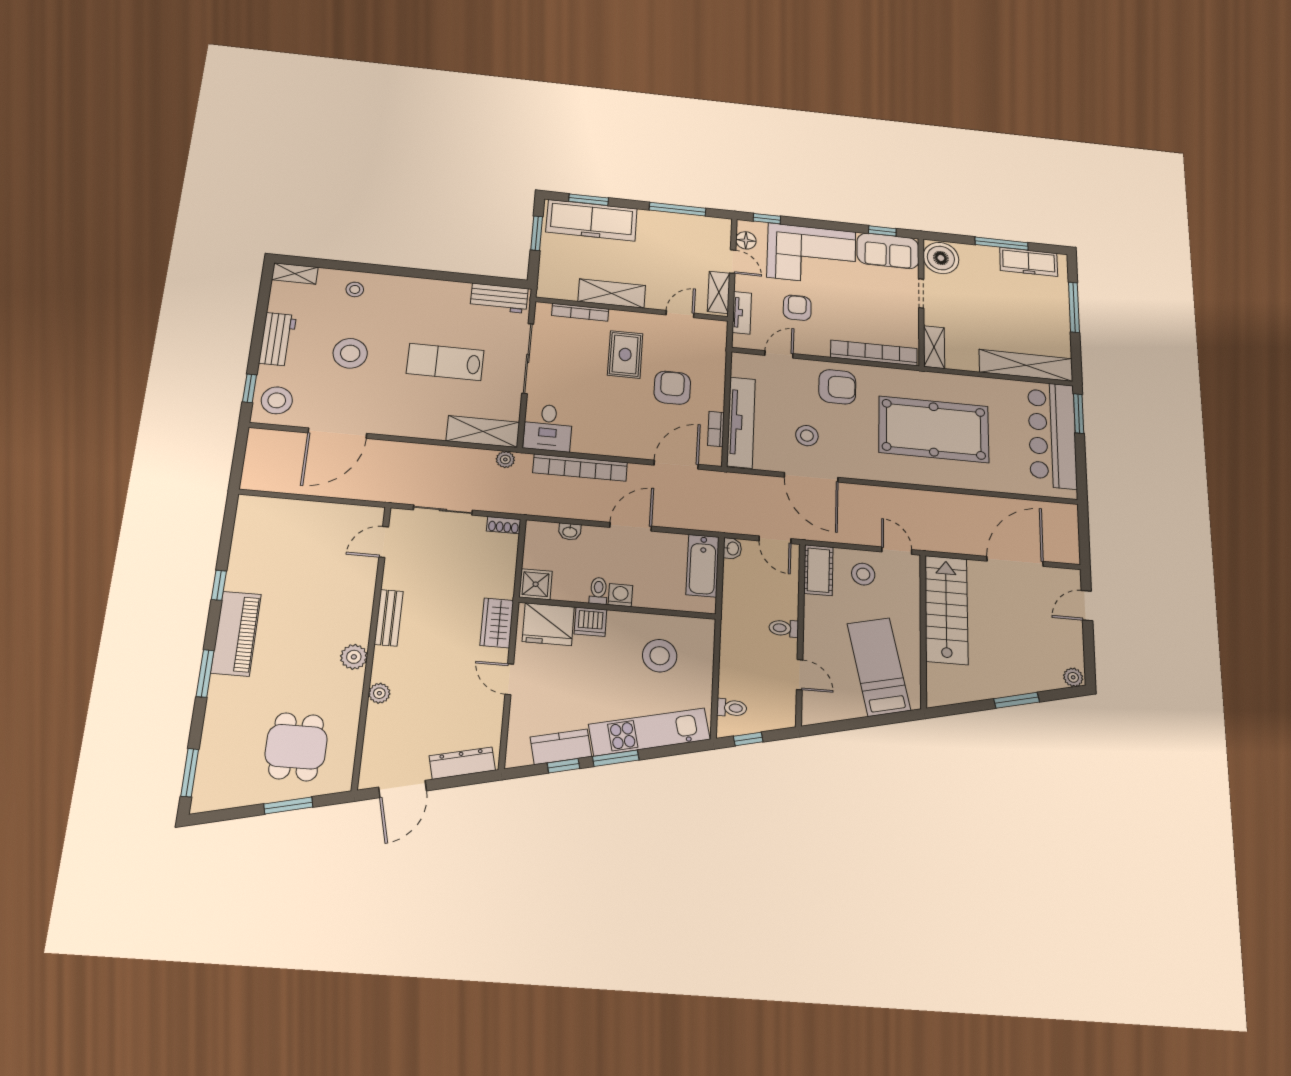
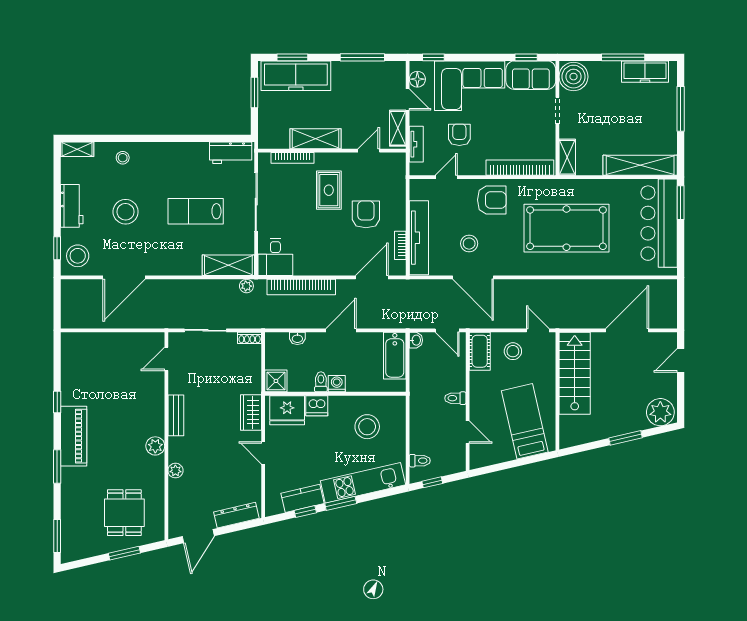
plant: (1073, 677) -> (660, 412), width x1.87, depth x1.87

